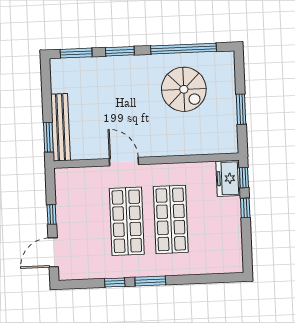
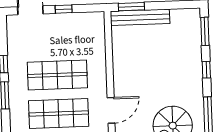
window: (120, 51) -> (206, 70), width x0.67
door: (124, 162) -> (111, 110), moved

